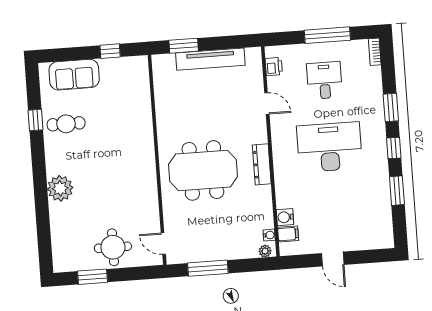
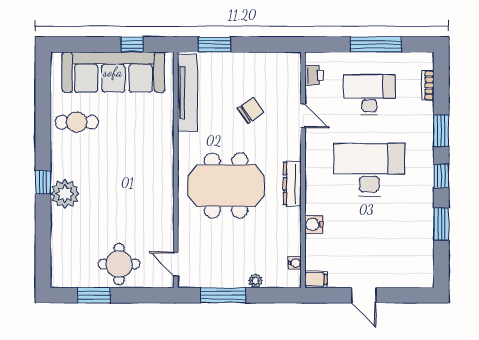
bookcase: (375, 52) -> (428, 85), moved
tv unit: (210, 59) -> (187, 93), moved, turned -90
sofa: (74, 75) -> (113, 72), width x1.85, depth x1.27
desk: (325, 80) -> (369, 95), width x1.37
chair: (220, 102) -> (251, 110), added
window: (36, 120) -> (43, 182), moved
water cooler: (285, 217) -> (314, 224), moved
filing cabinet: (288, 234) -> (316, 279), moved
plant: (265, 251) -> (255, 281), moved

